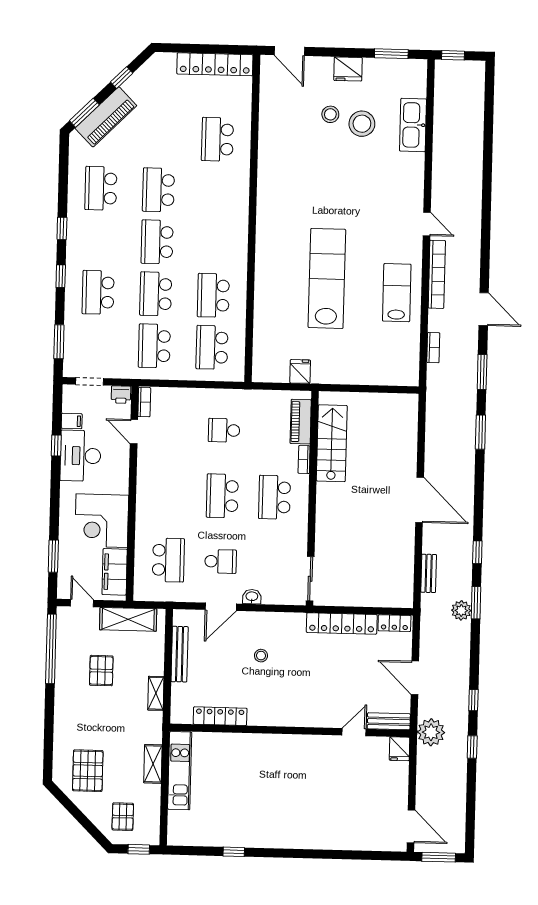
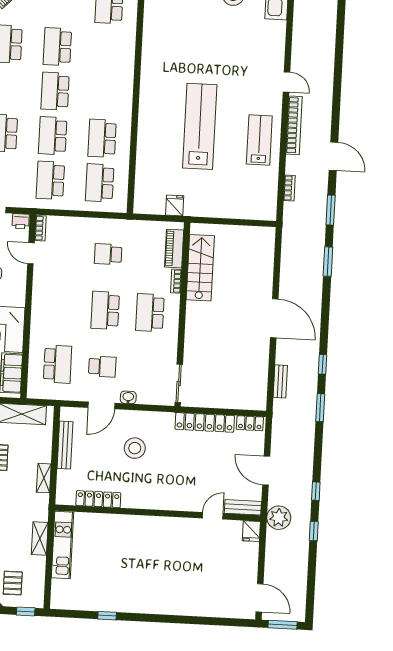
plant: (461, 610) -> (307, 414), removed
stool: (261, 656) -> (135, 448), width x1.89, depth x1.89

